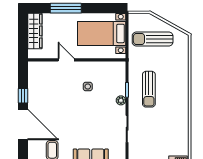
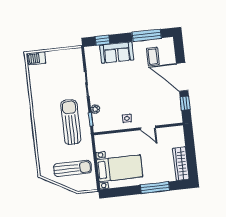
door: (66, 60) -> (148, 128), moved
wall: (77, 60) -> (138, 129), moved
sun lounger: (149, 89) -> (71, 122), width x1.36, depth x1.34

